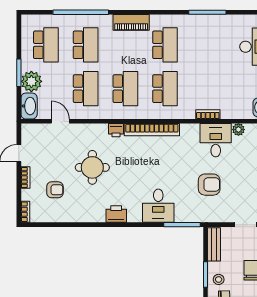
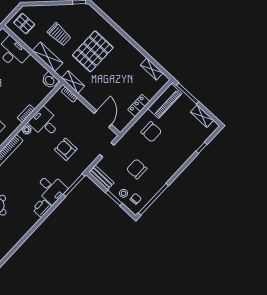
plant: (238, 130) -> (27, 130), moved
armchair: (209, 185) -> (66, 149), turned -90
printer: (116, 214) -> (42, 208), moved

